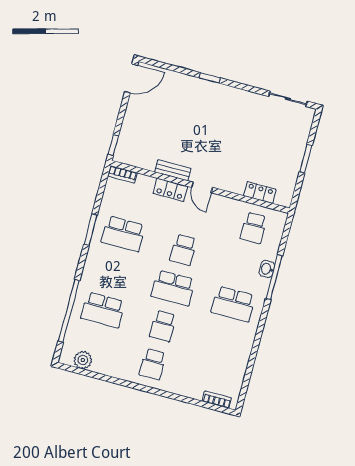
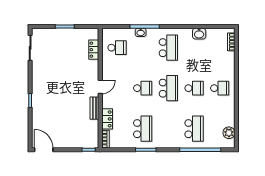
locker: (170, 190) -> (107, 119), moved
washbasin: (242, 355) -> (199, 34), added

